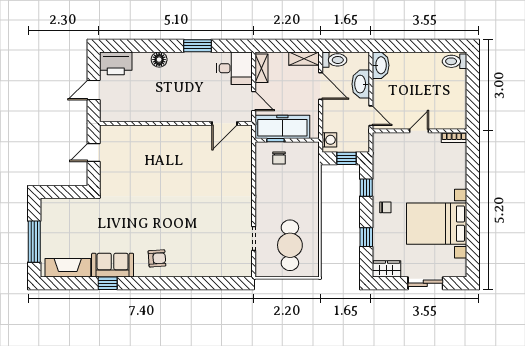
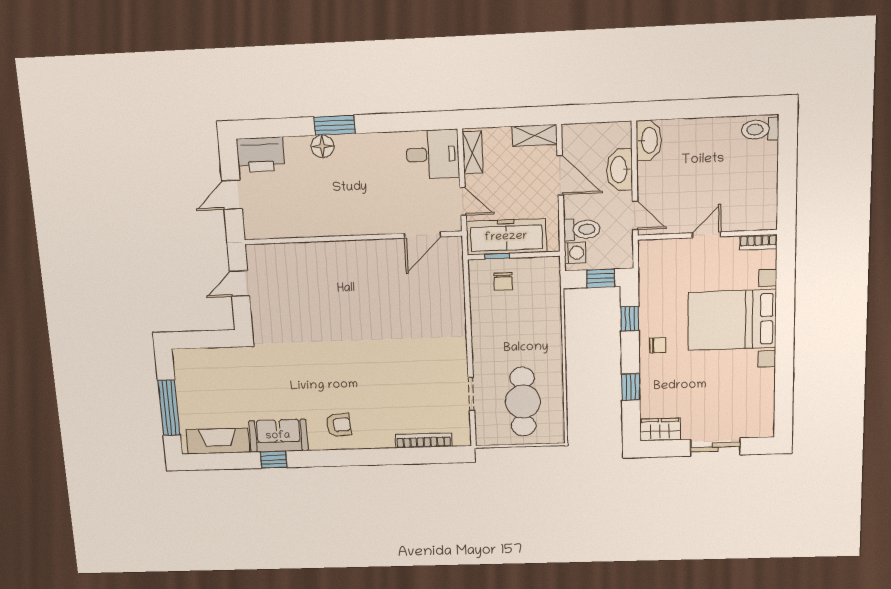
window: (198, 46) -> (334, 125), moved
toilet: (334, 60) -> (582, 229), moved
bed with nightstands: (437, 224) -> (732, 320), moved
bookcase: (218, 272) -> (424, 440), added

